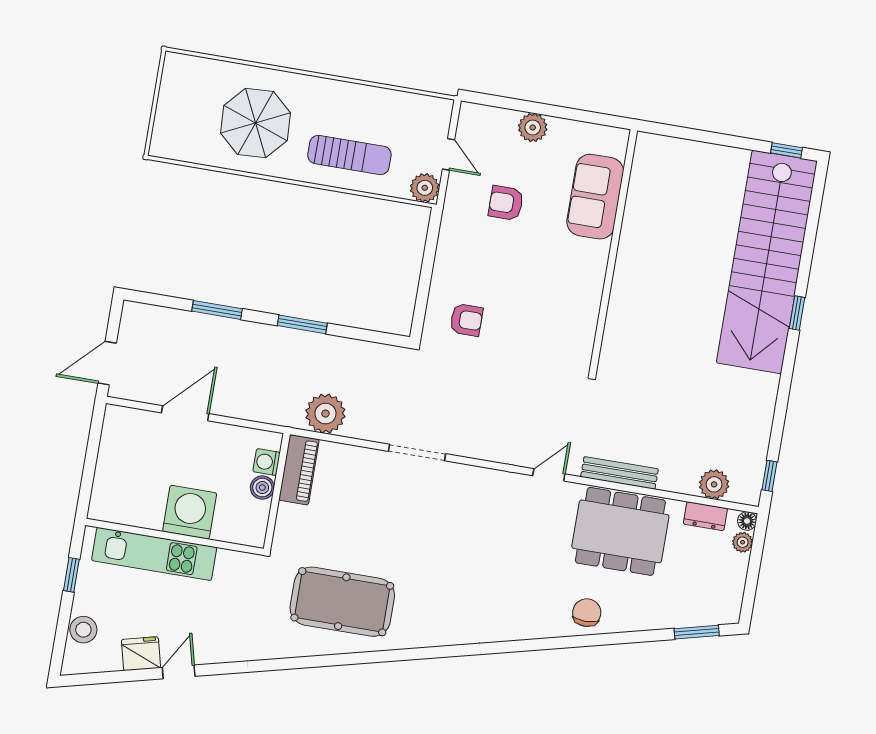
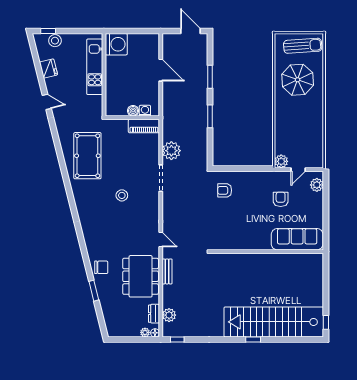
plant: (533, 127) -> (317, 185), moved
sun lounger: (349, 155) -> (303, 46), moved, turned -94
sofa: (595, 197) -> (297, 239), width x1.36
armchair: (466, 320) -> (225, 190), turned 90
door: (107, 363) -> (190, 31), moved
plant: (325, 414) -> (171, 151), moved
bench: (620, 473) -> (167, 271), width x0.73
washing machine: (190, 512) -> (116, 44), moved
stool: (440, 542) -> (122, 195), added
window: (71, 575) -> (48, 31), moved
window: (697, 632) -> (94, 291), moved
door: (179, 672) -> (47, 102), moved

